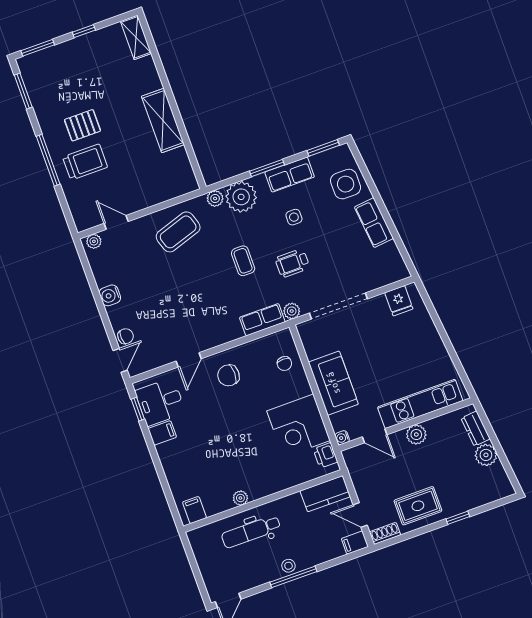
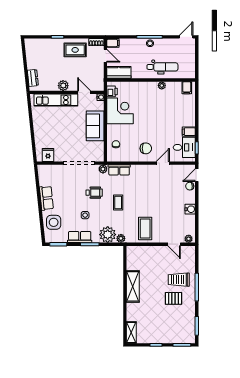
coffee table: (178, 232) -> (145, 228), turned -72
plant: (486, 455) -> (32, 63), removed

